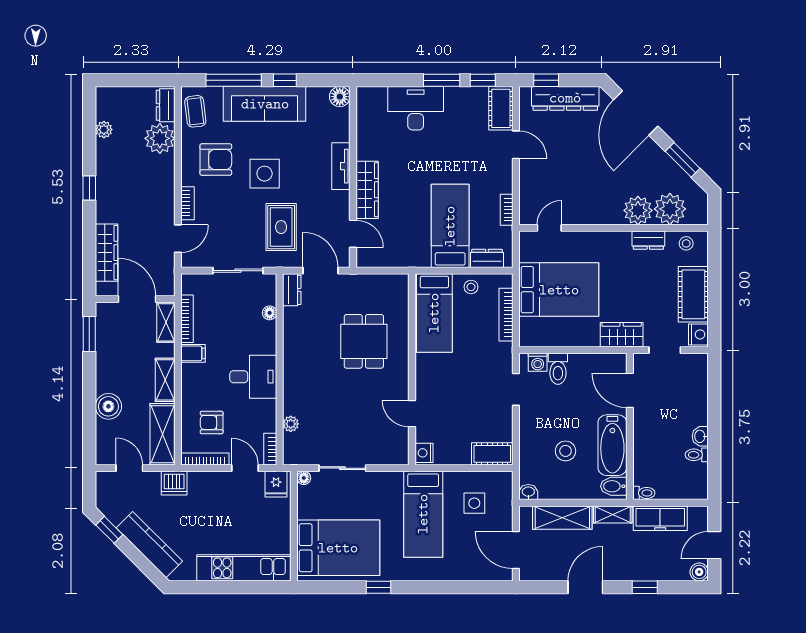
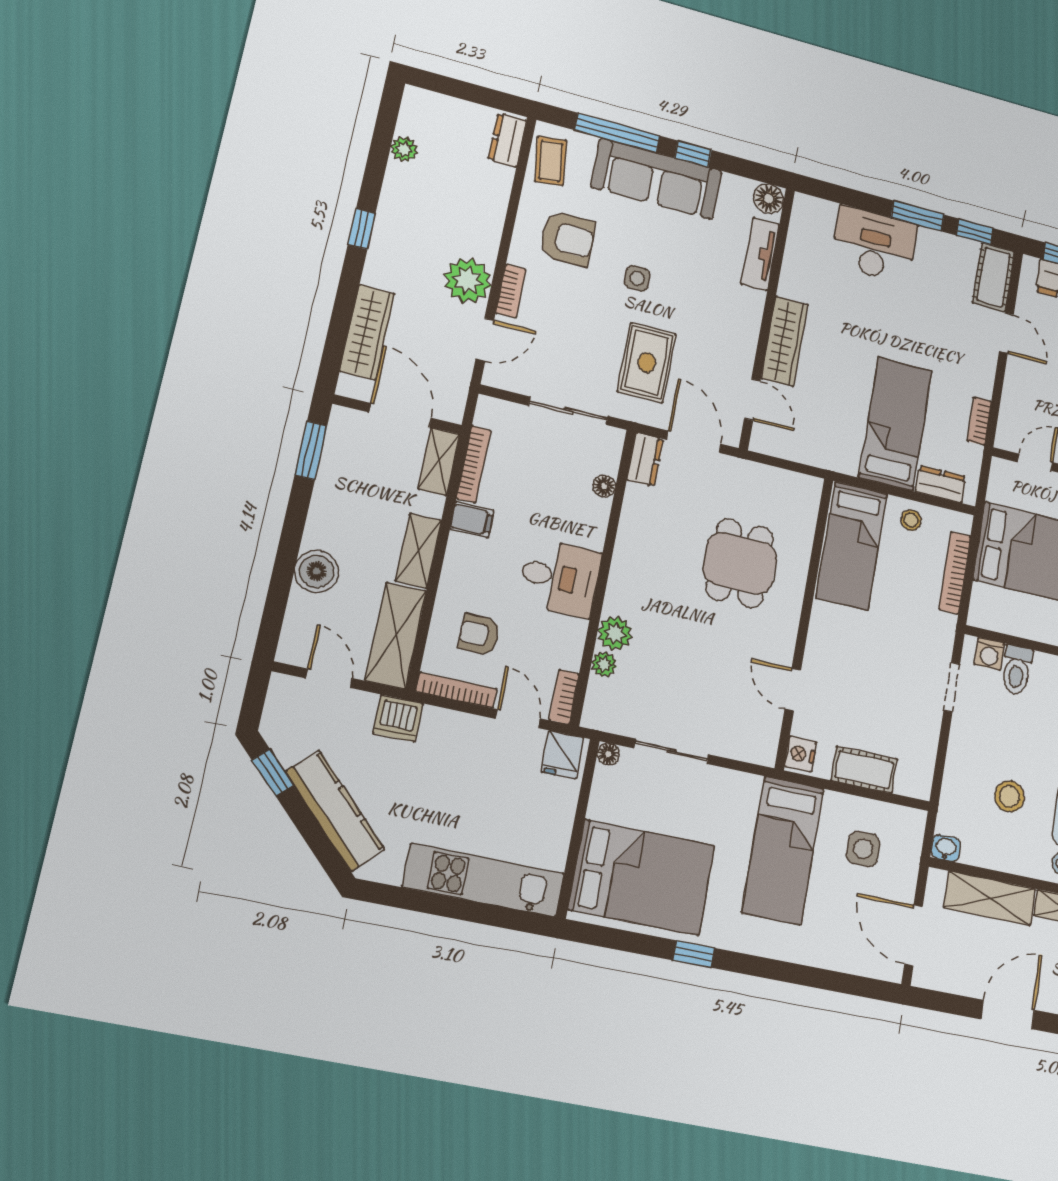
plant: (160, 138) -> (468, 281), moved
tv unit: (341, 166) -> (760, 254), moved
side table: (265, 174) -> (637, 278), width x0.54, depth x0.54
plant: (294, 403) -> (615, 633), added
cot: (492, 454) -> (864, 770), moved

